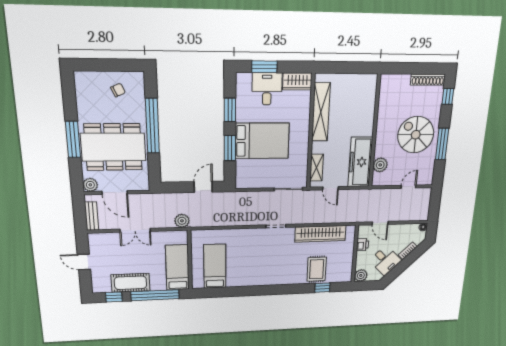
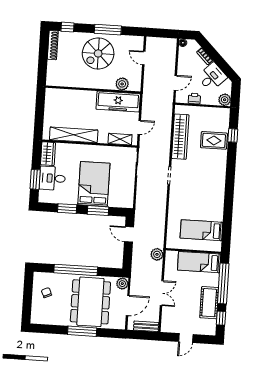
plant: (90, 185) -> (122, 284), moved

